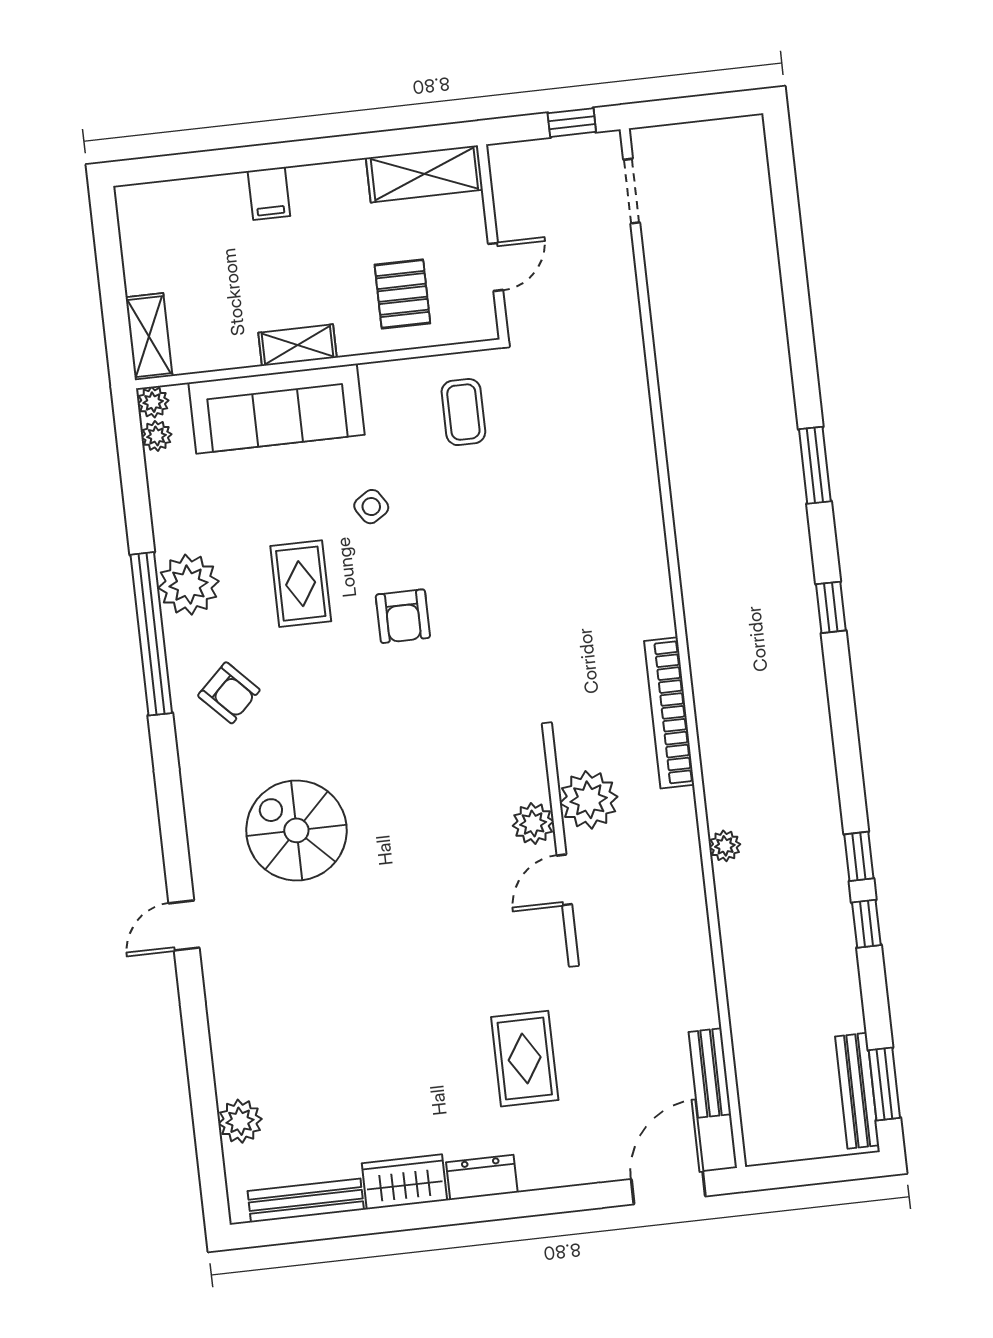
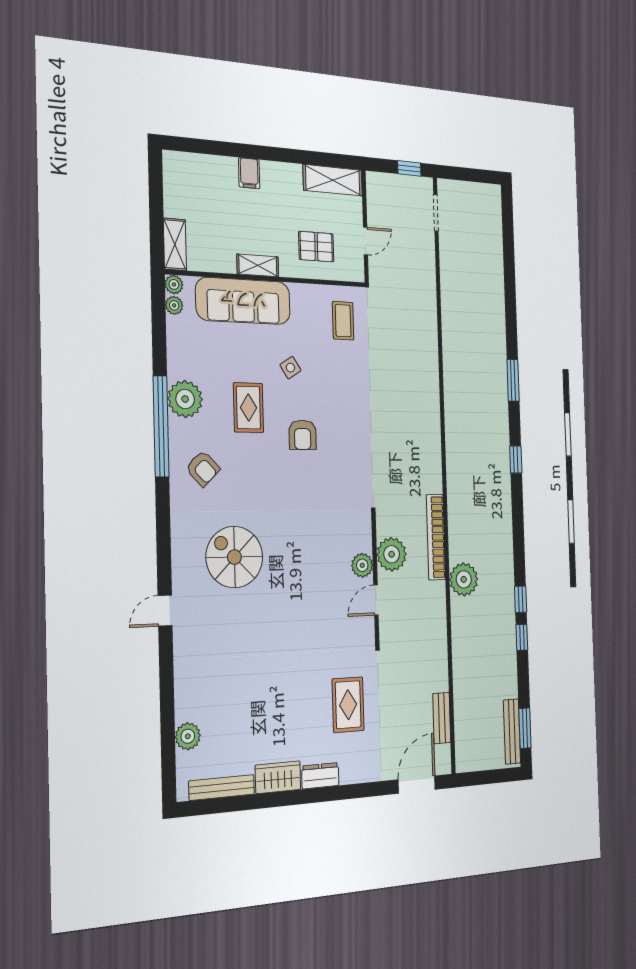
pallet: (402, 294) -> (316, 247), turned 90
bookcase: (669, 713) -> (436, 537), moved
plant: (725, 846) -> (464, 579), width x1.87, depth x1.87

